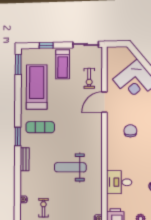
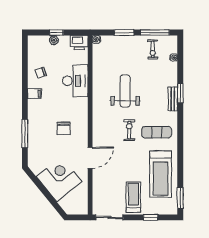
exercise bike: (89, 78) -> (129, 130), moved
window: (18, 136) -> (180, 93), moved
weight bench: (70, 167) -> (125, 91), turned -90
desk: (119, 182) -> (75, 81), width x1.37

